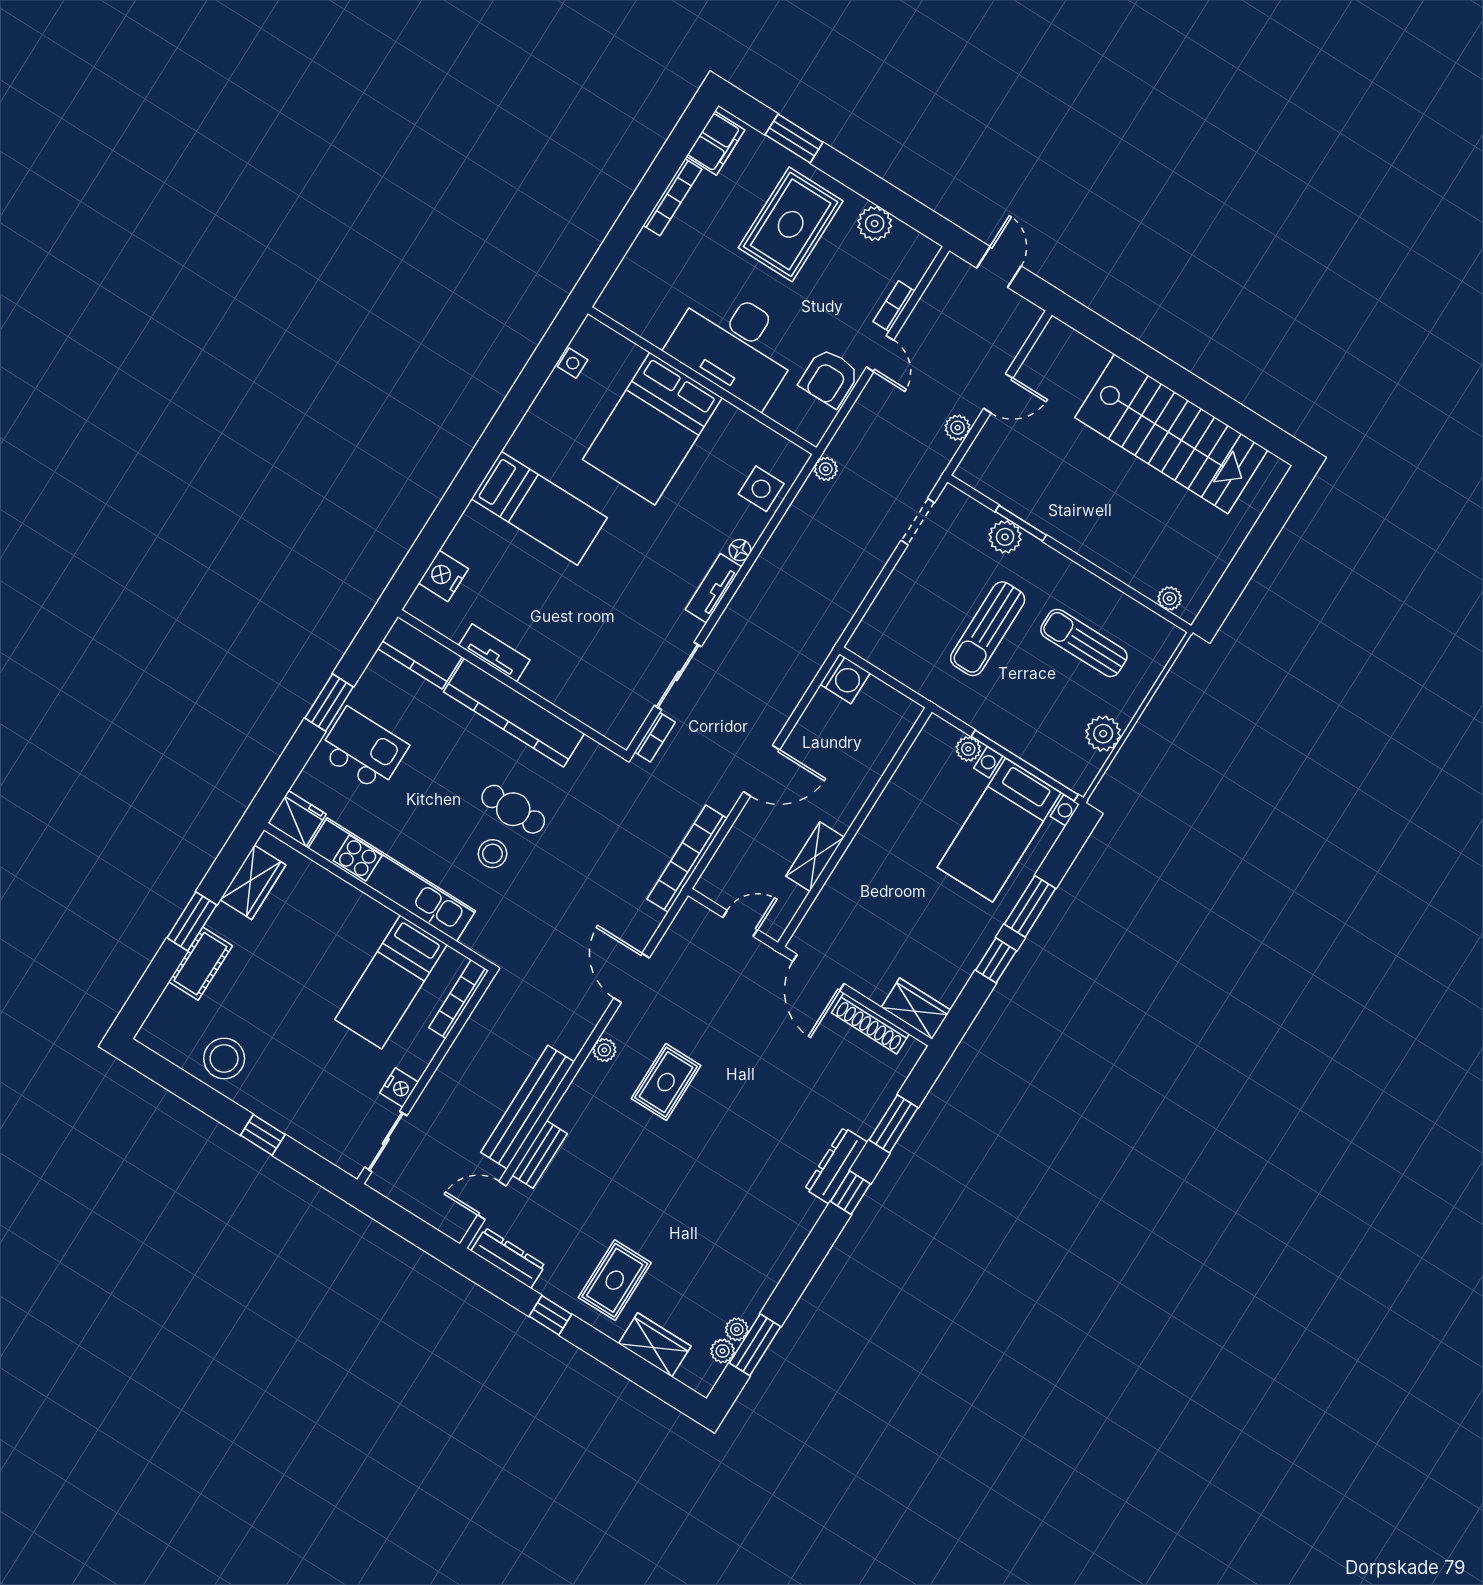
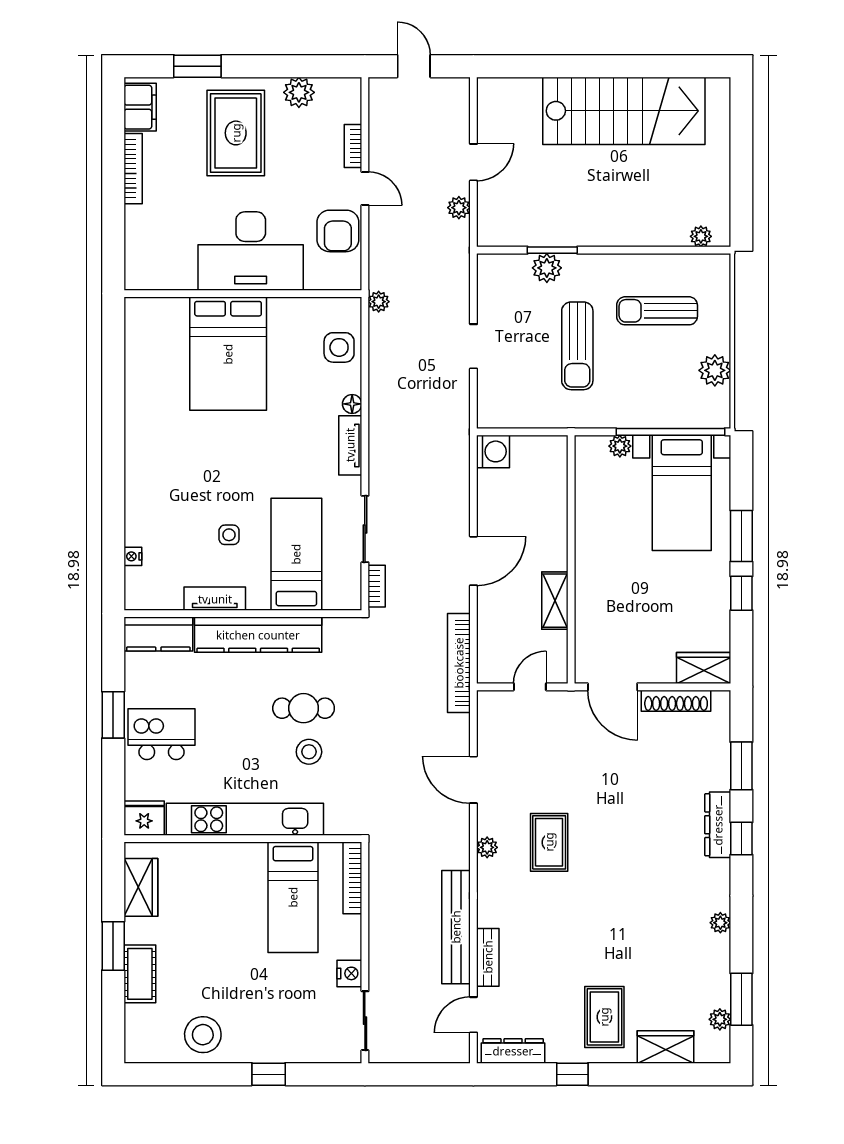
side table: (573, 363) -> (229, 535), moved
bed: (539, 508) -> (296, 554), moved, turned -90
doorway: (918, 522) -> (473, 346), moved
nightstand: (443, 576) -> (133, 556), width x0.53, depth x0.56
plant: (737, 1329) -> (720, 923), moved

